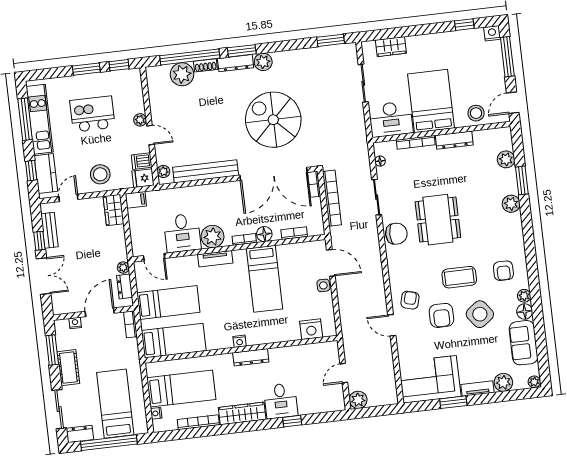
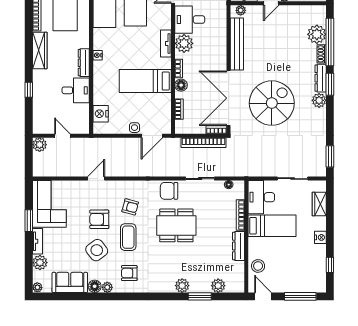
nightstand: (492, 33) -> (320, 237), moved
bed: (431, 101) -> (272, 226), width x0.67
chair: (396, 234) -> (169, 191), turned 90
armchair: (410, 300) -> (130, 207), moved
desk: (281, 401) -> (76, 90), moved, turned 180

